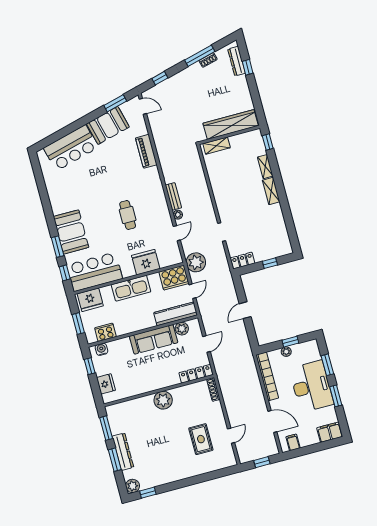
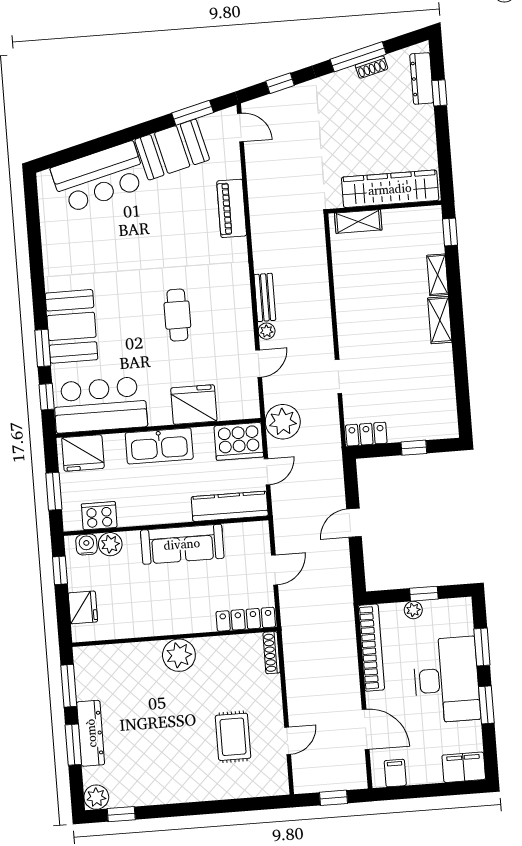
plant: (182, 329) -> (110, 544), moved

